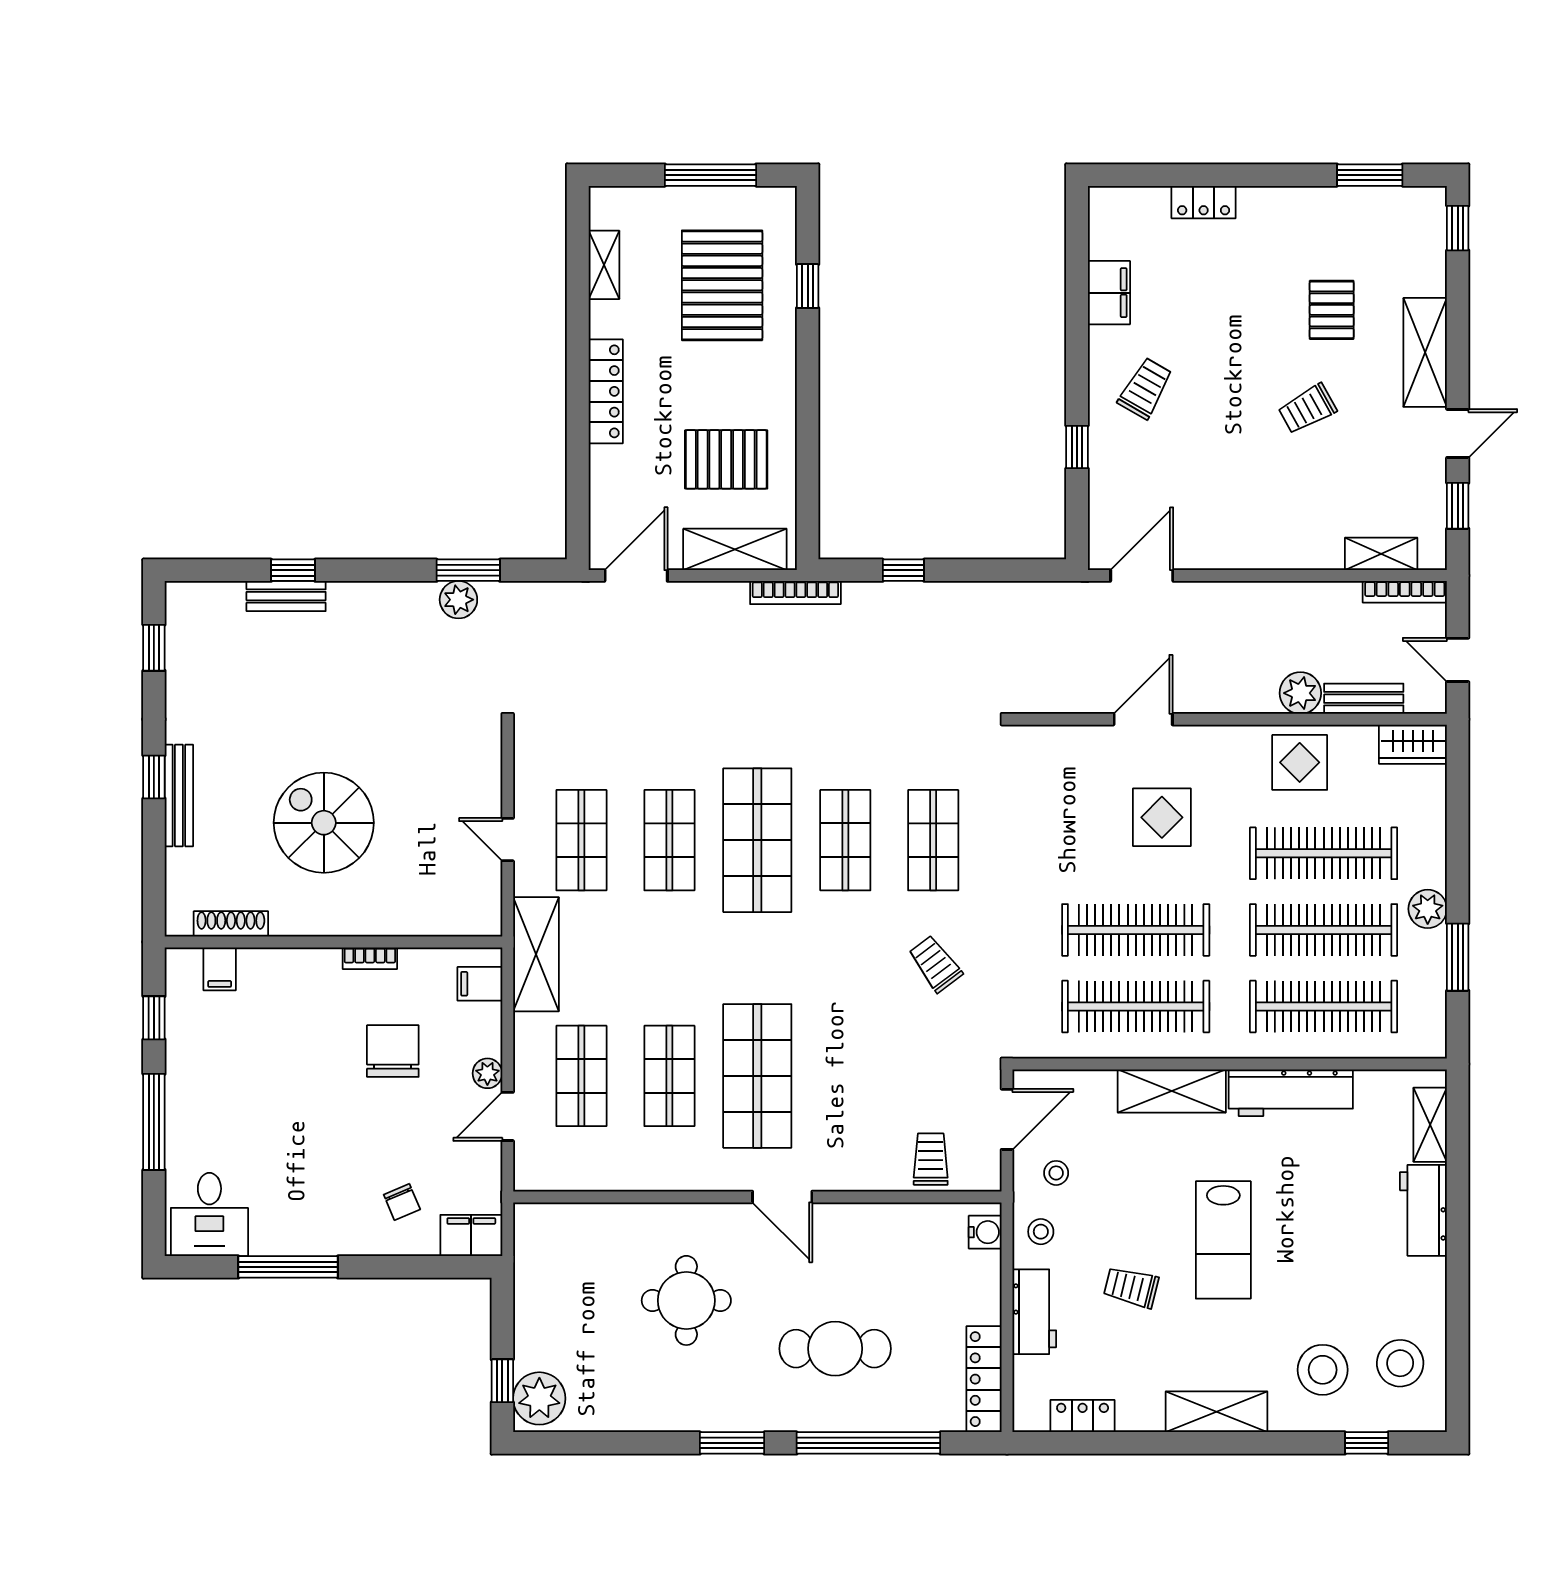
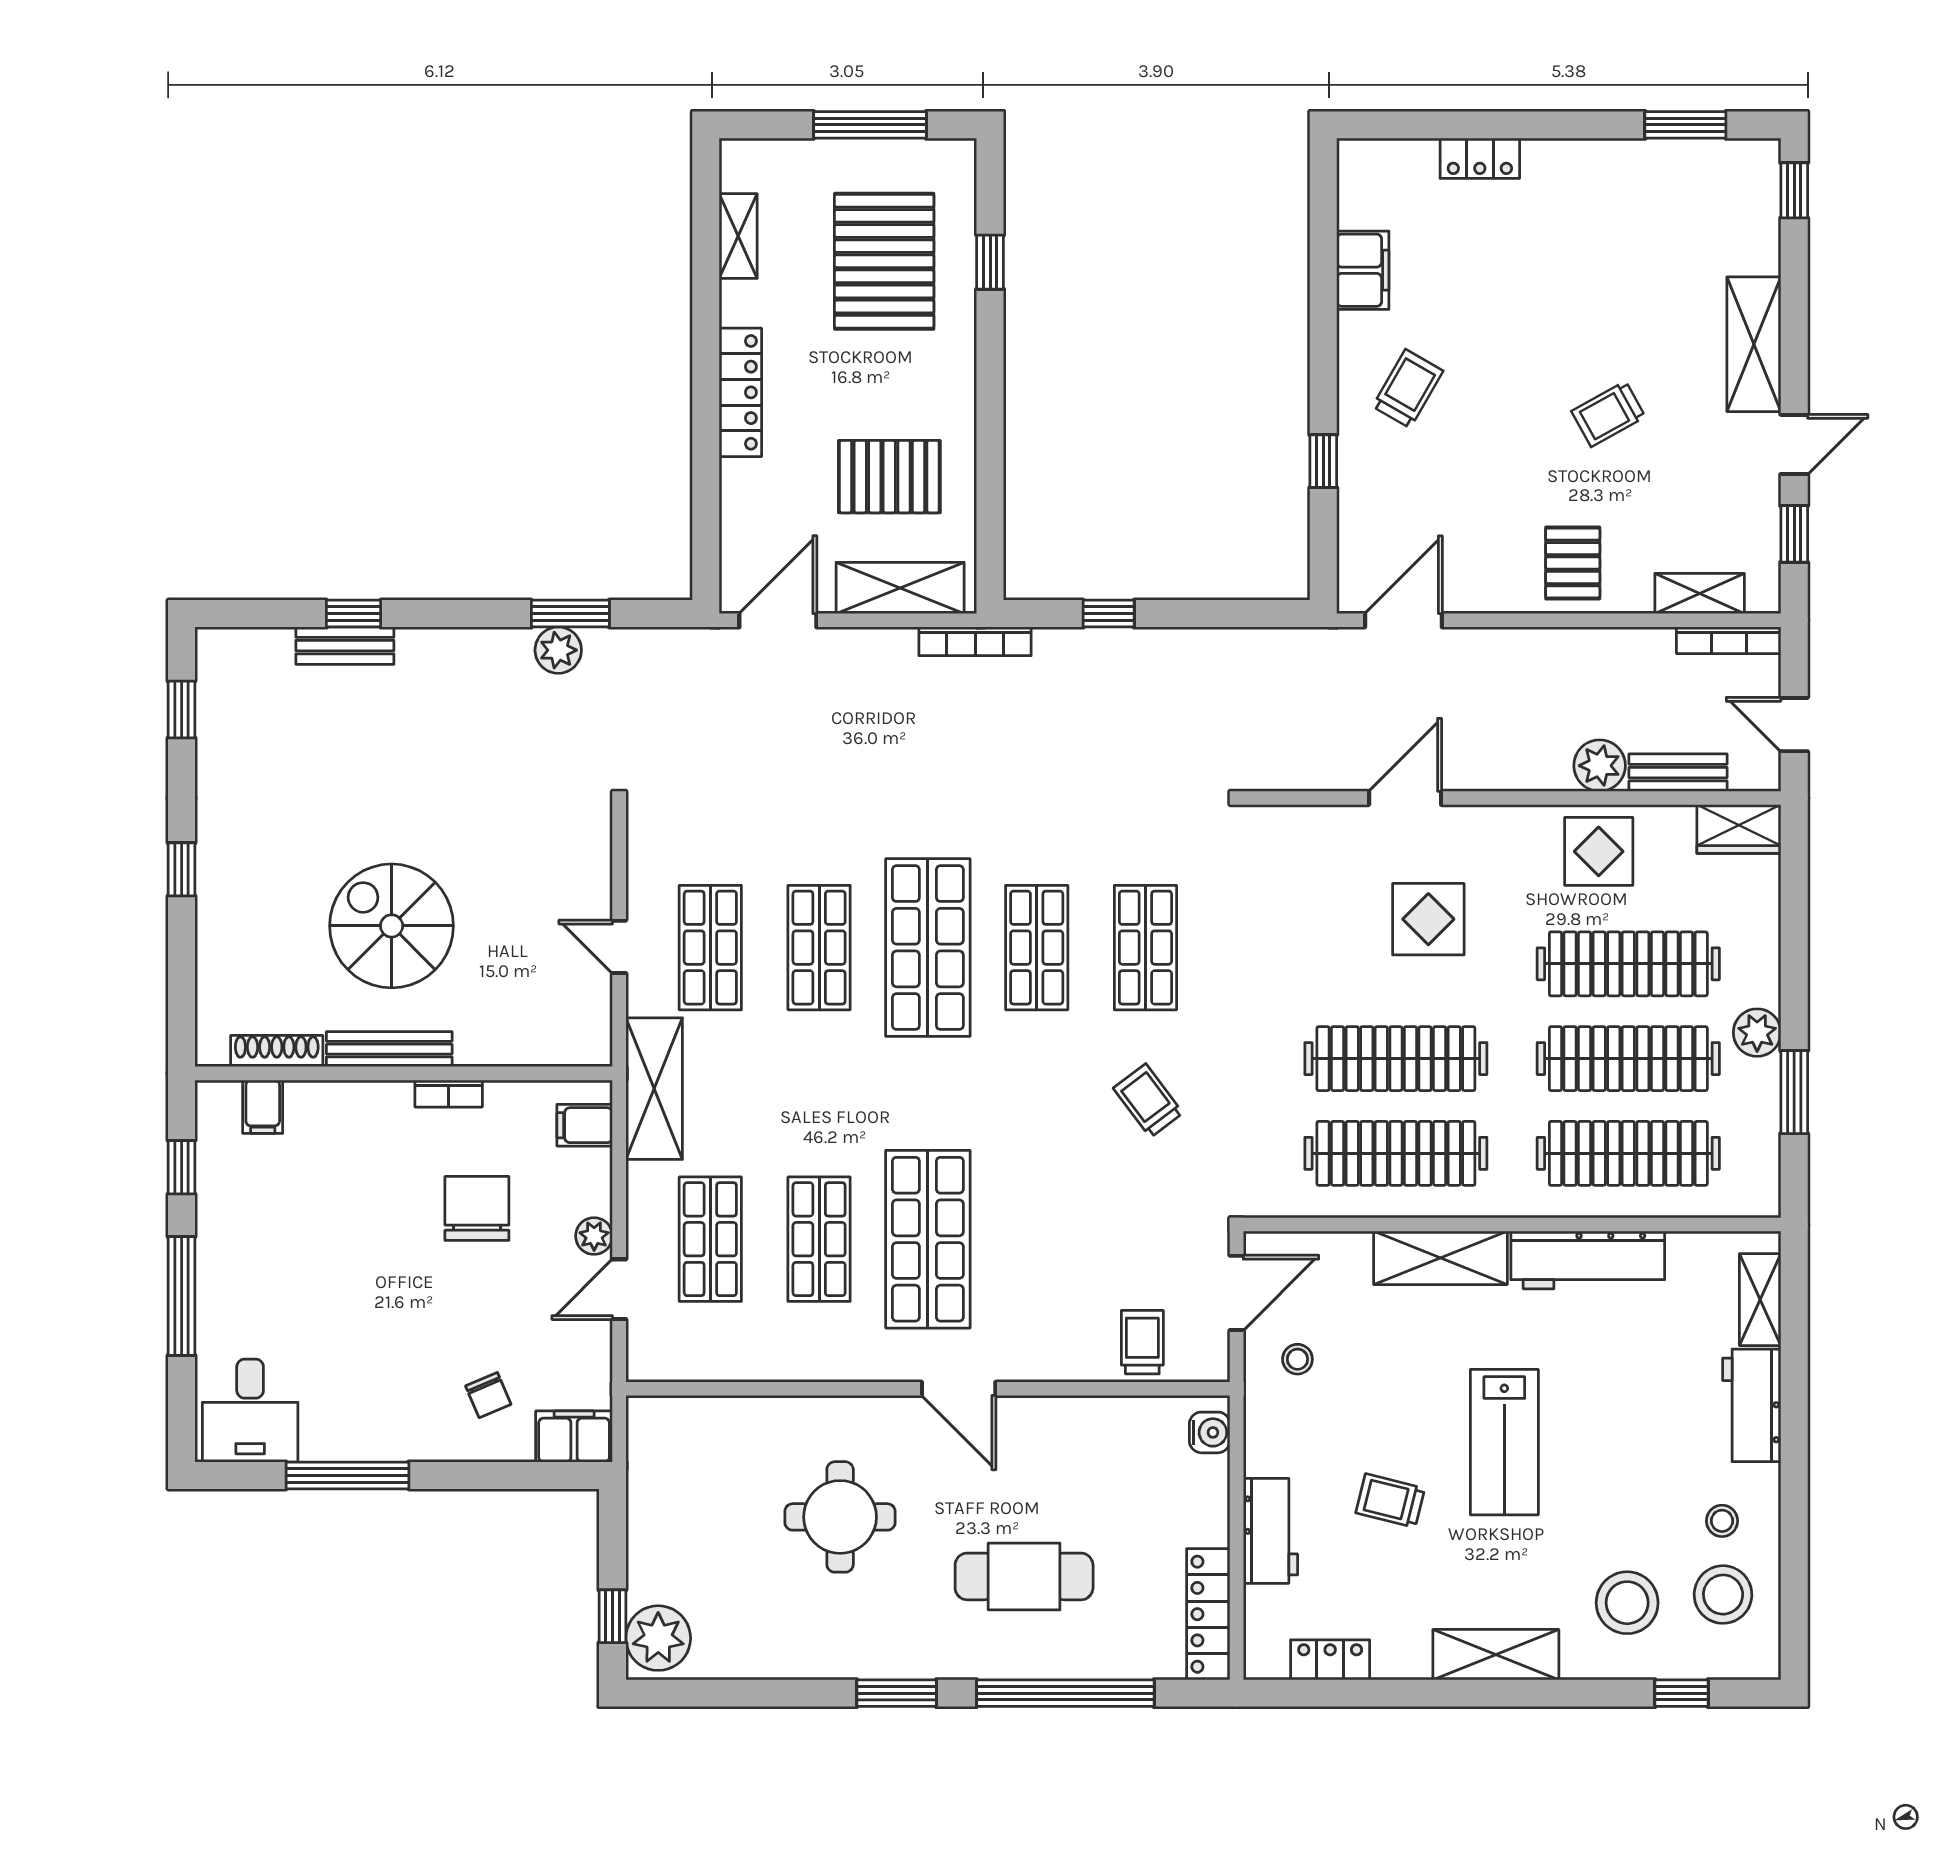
pallet: (1332, 310) -> (1573, 563), moved
bench: (179, 796) -> (389, 1049), moved, turned 90
stool: (1041, 1232) -> (1722, 1521), moved

